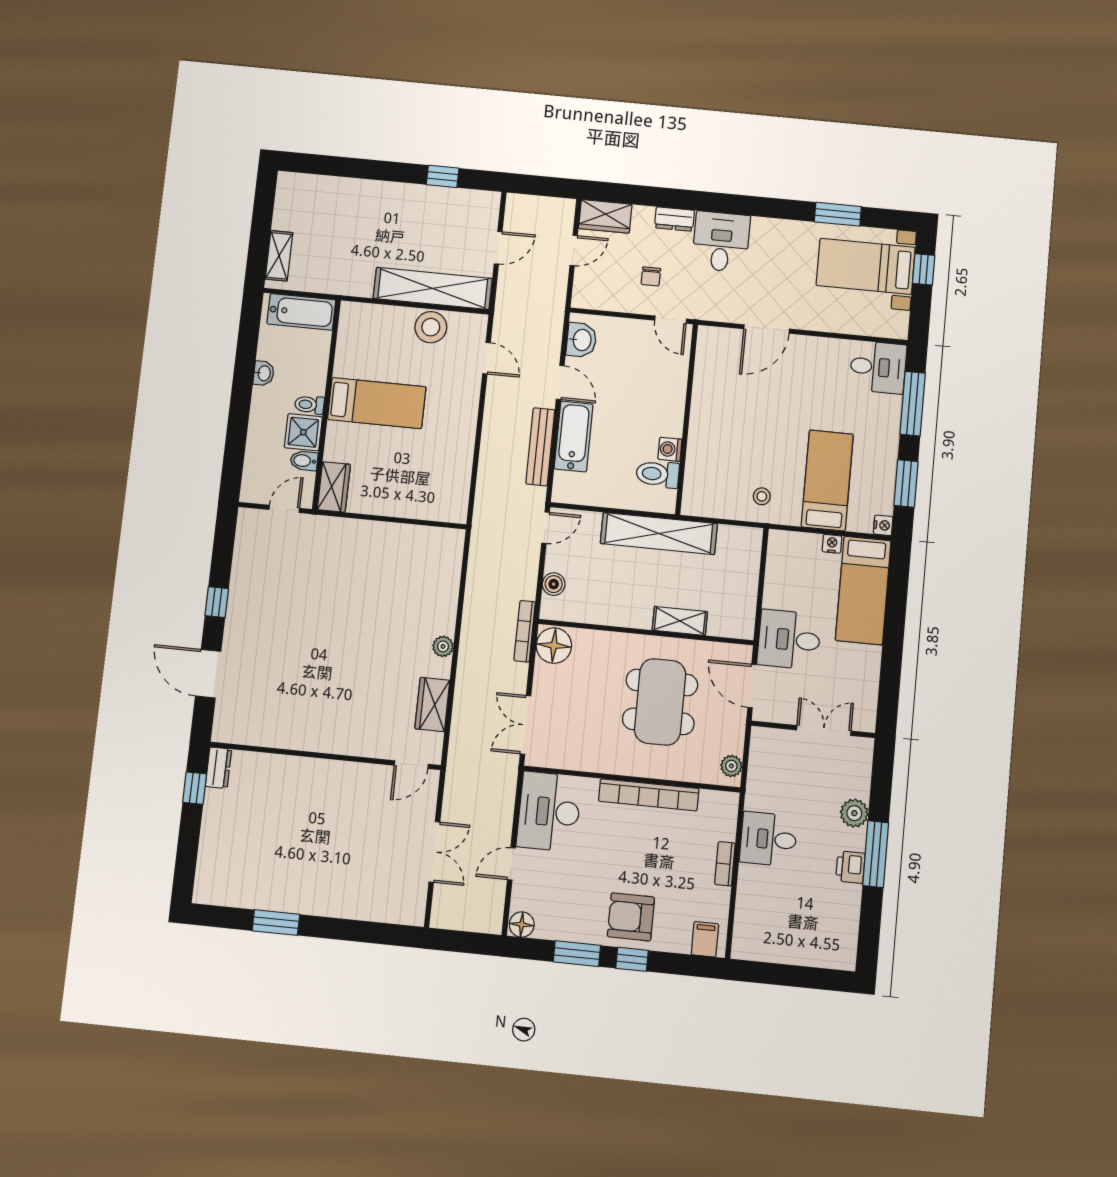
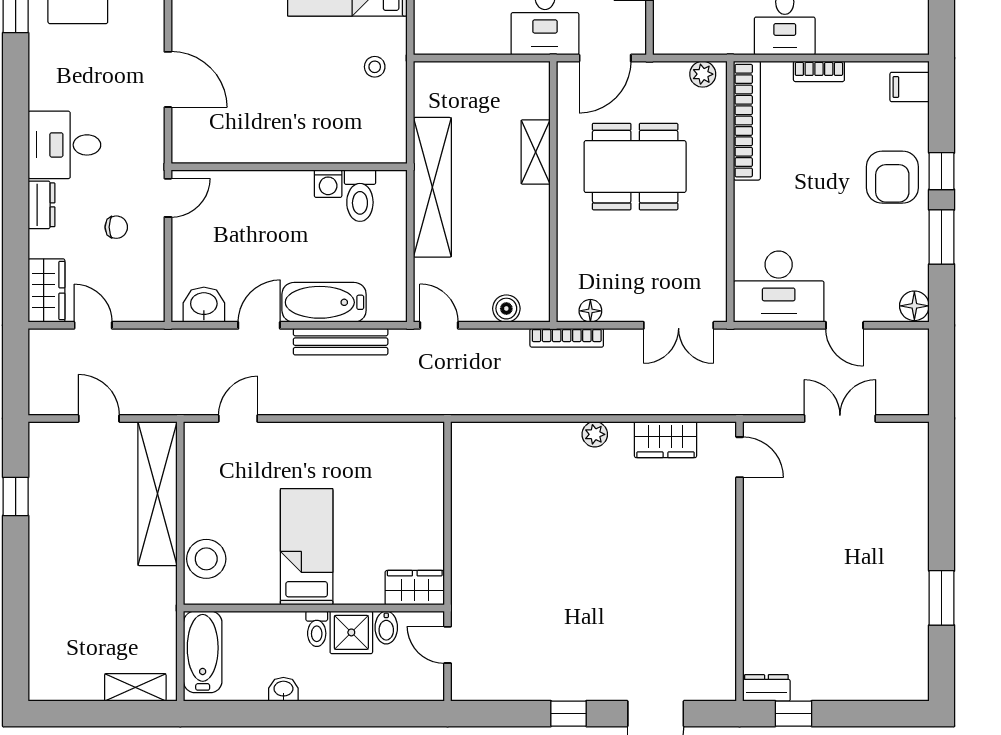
stool: (431, 327) -> (206, 559), moved
floor lamp: (554, 646) -> (590, 311), width x0.53, depth x0.53
bookcase: (649, 795) -> (747, 121), moved

